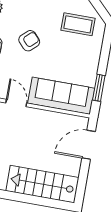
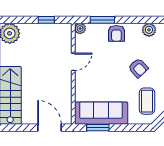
armchair: (29, 41) -> (138, 68), moved
sofa: (61, 96) -> (101, 113), moved, turned -90

